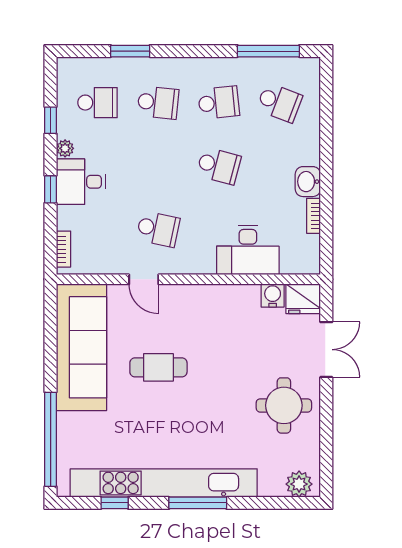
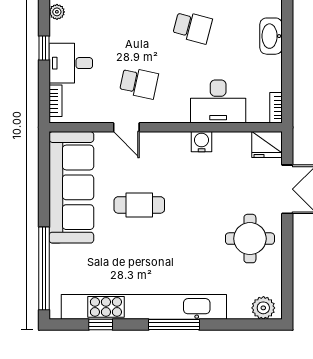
desk: (81, 182) -> (71, 63), moved
washbasin: (308, 182) -> (271, 36), width x1.38
bookcase: (313, 216) -> (276, 108), moved
water cooler: (273, 295) -> (202, 142), moved

